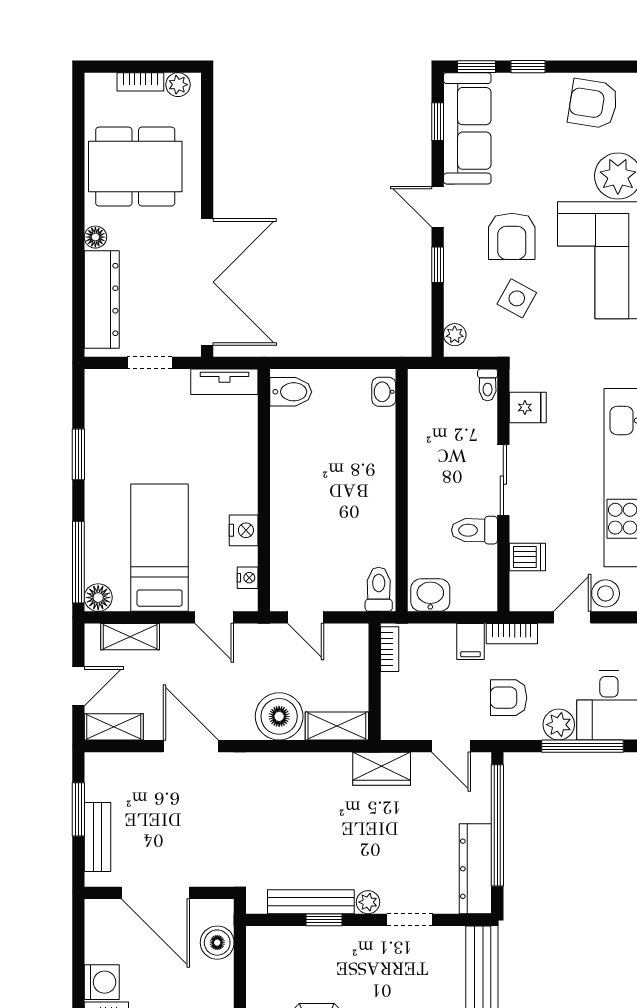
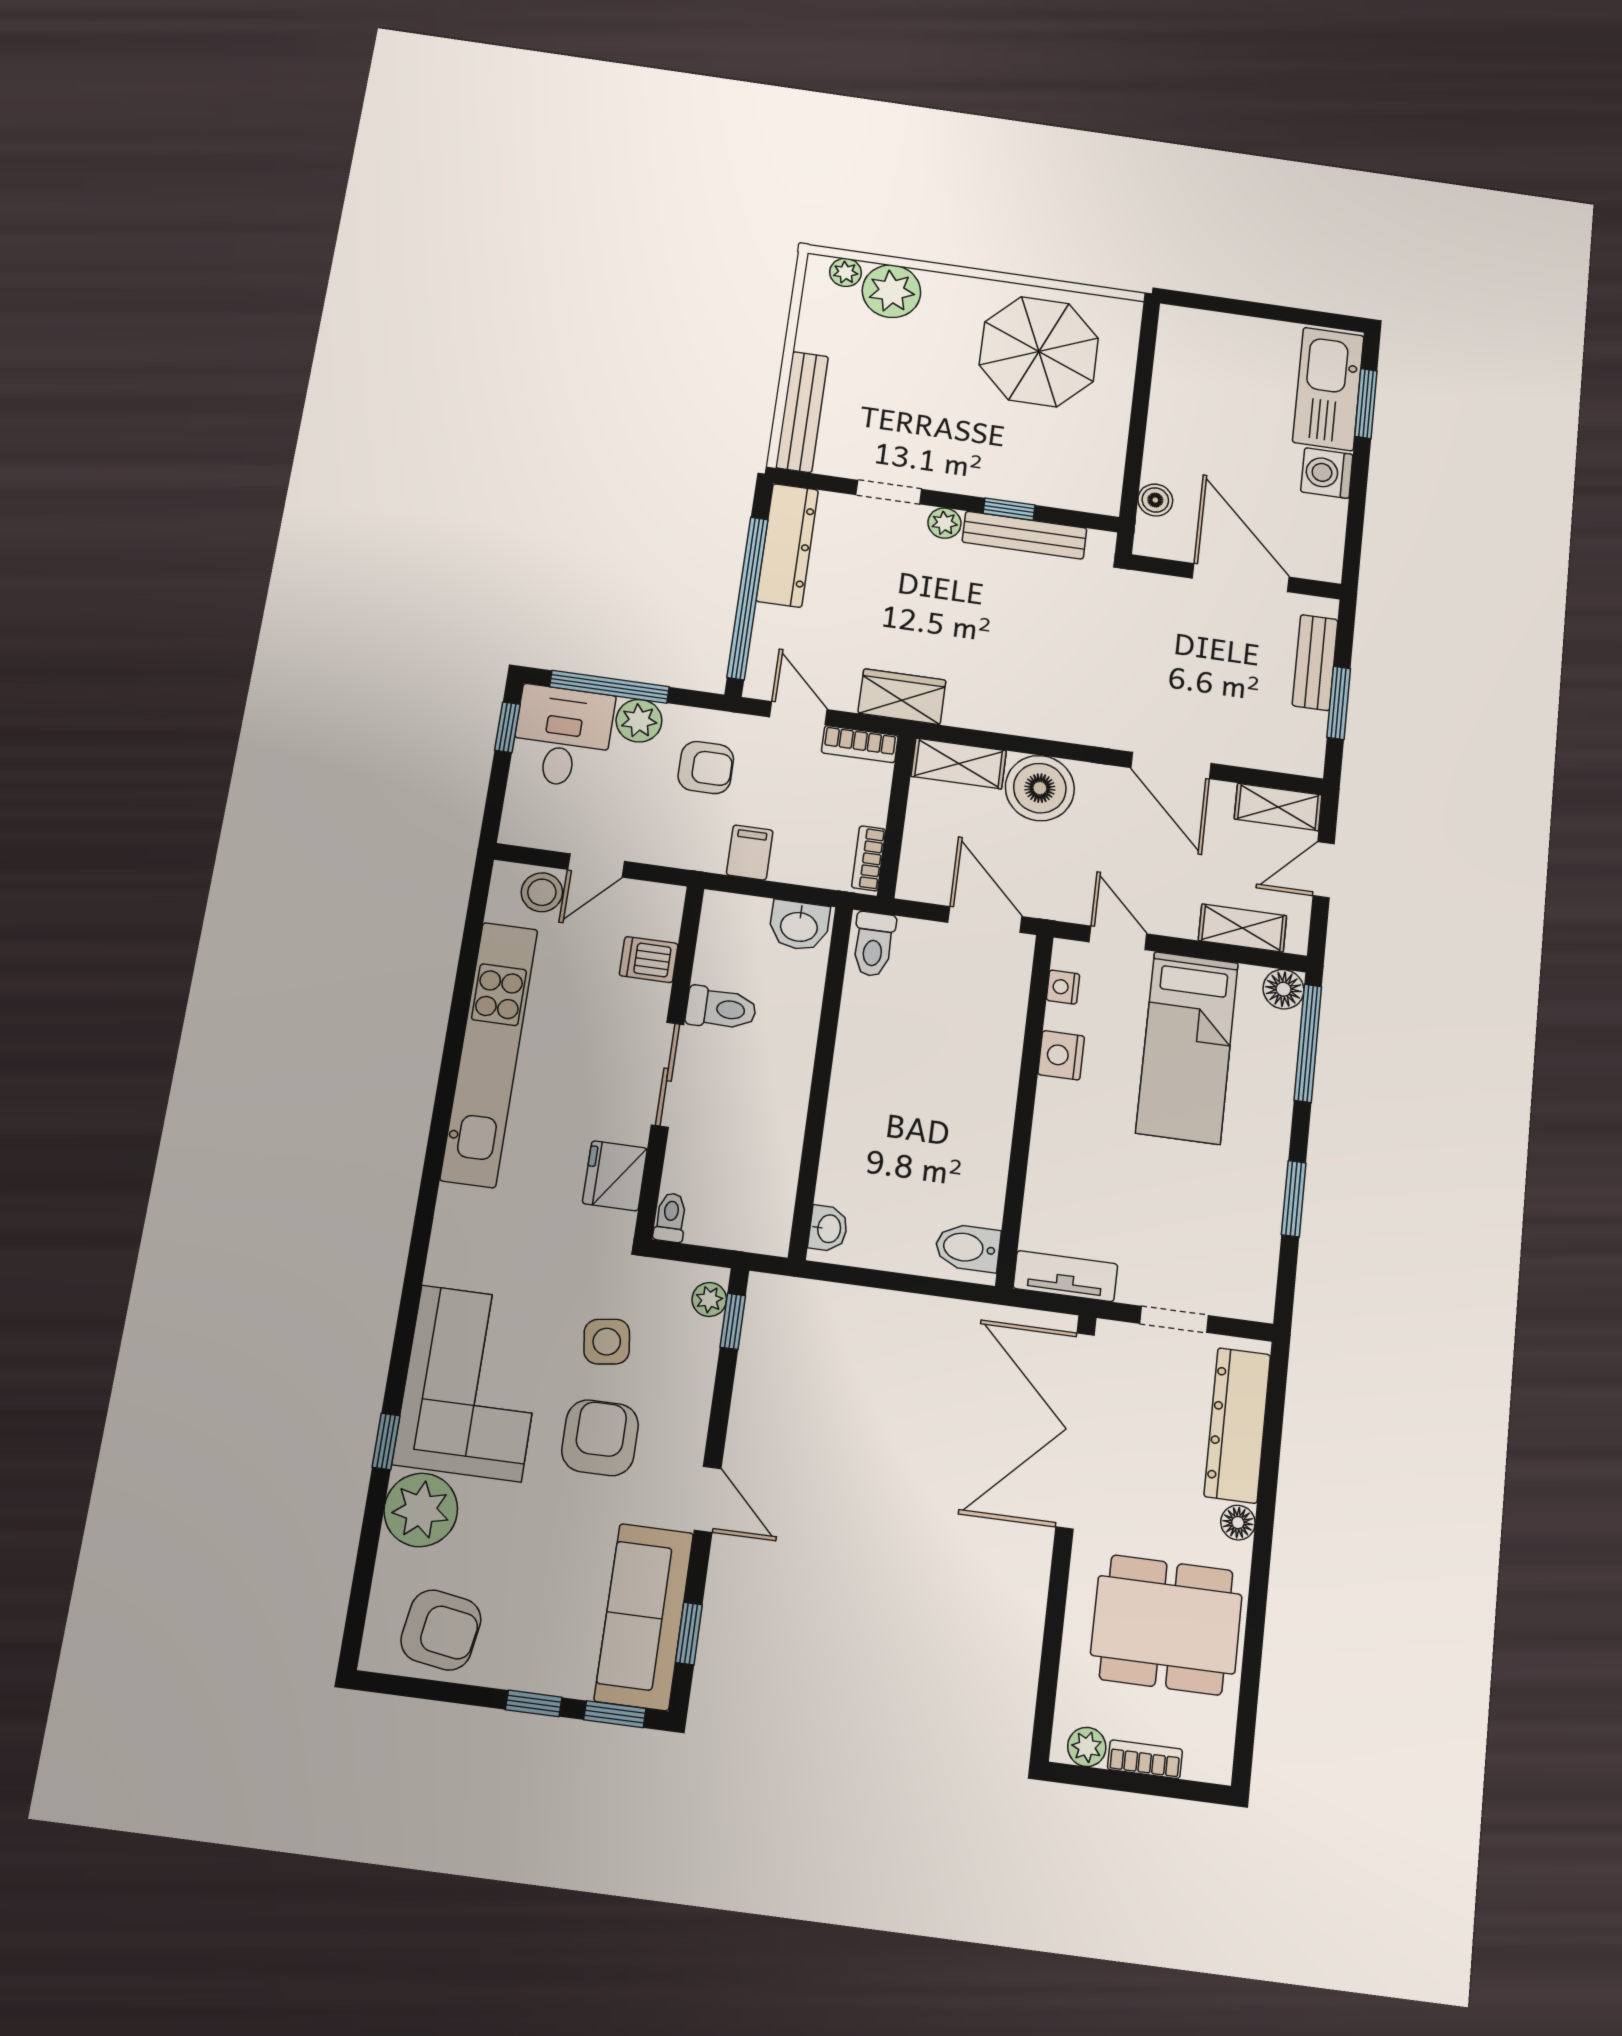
window: (438, 265) -> (733, 1321), moved
side table: (517, 298) -> (607, 1342), turned -37
fridge: (528, 407) -> (615, 1176), width x1.38
door: (306, 617) -> (985, 919), width x1.37
bookcase: (512, 634) -> (860, 744), moved, turned 180
boiler: (217, 943) -> (1155, 500), width x0.73, depth x0.73

